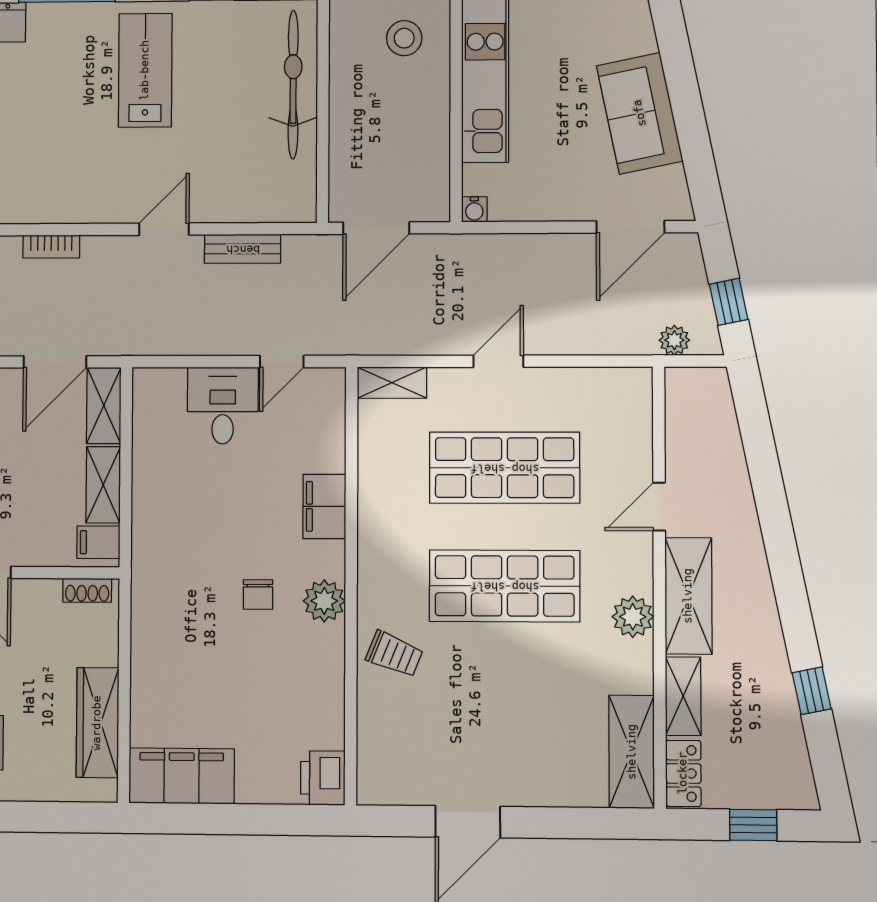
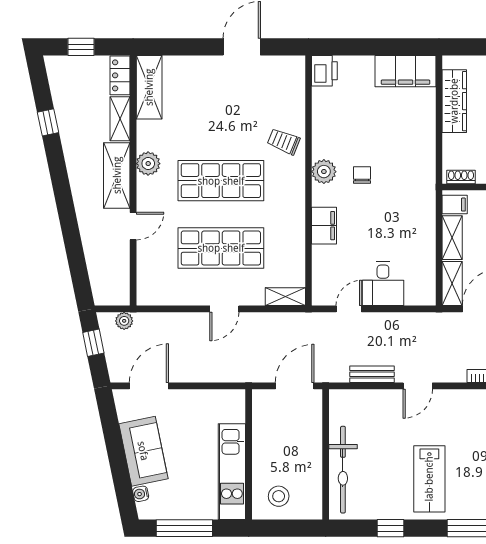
water cooler: (474, 209) -> (141, 494), moved, turned -102

